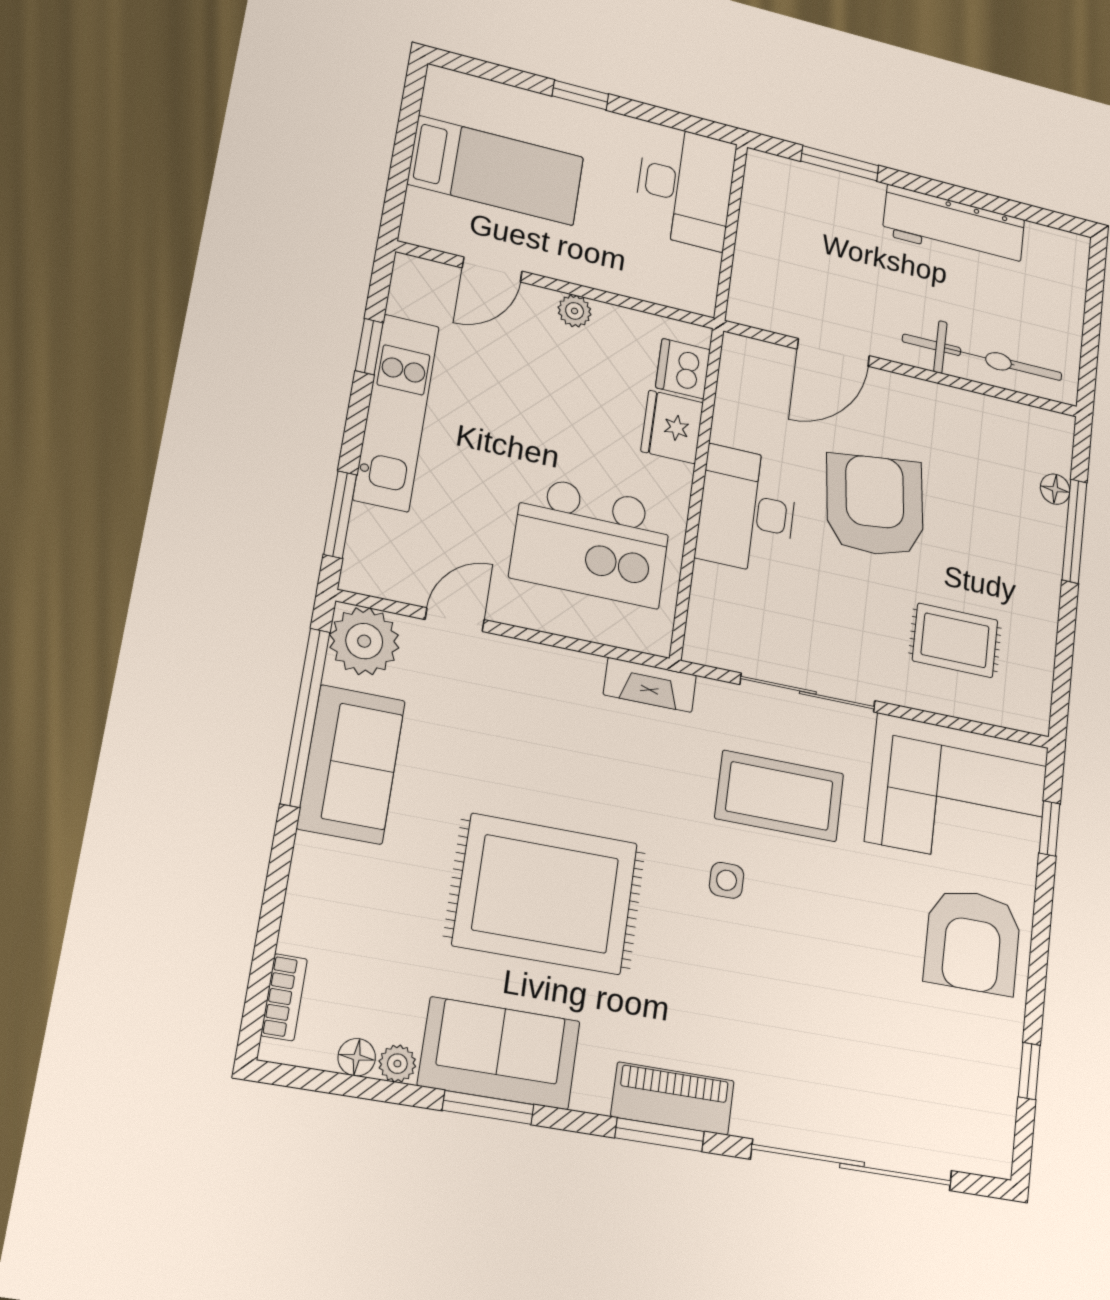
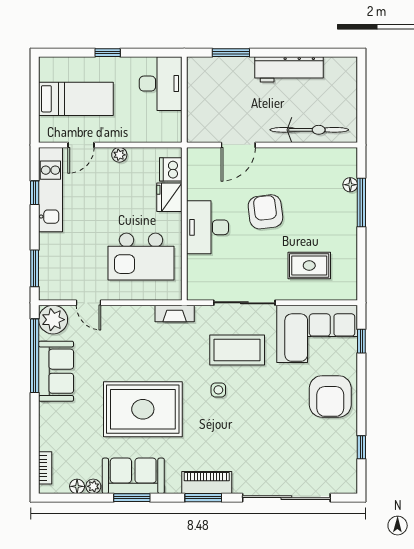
kitchen unit: (396, 412) -> (50, 190), moved
armchair: (875, 505) -> (265, 212), width x0.73, depth x0.73
door: (455, 620) -> (88, 303), swing flipped

